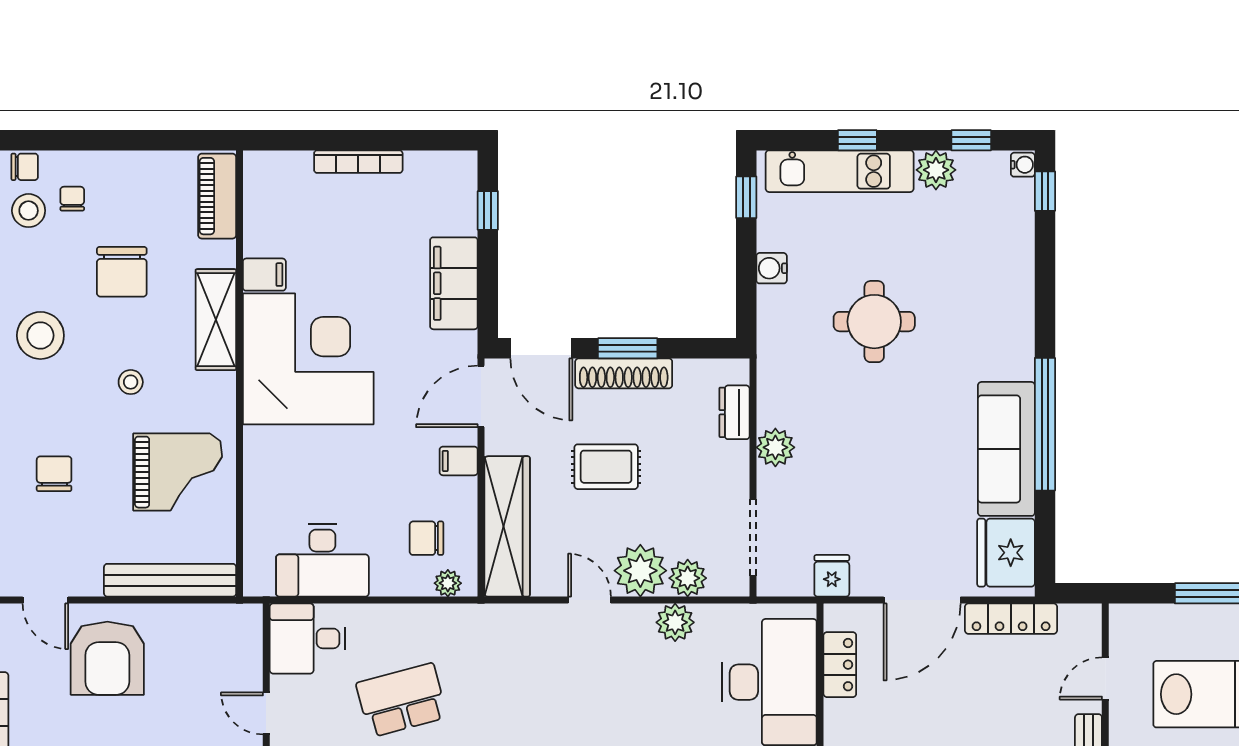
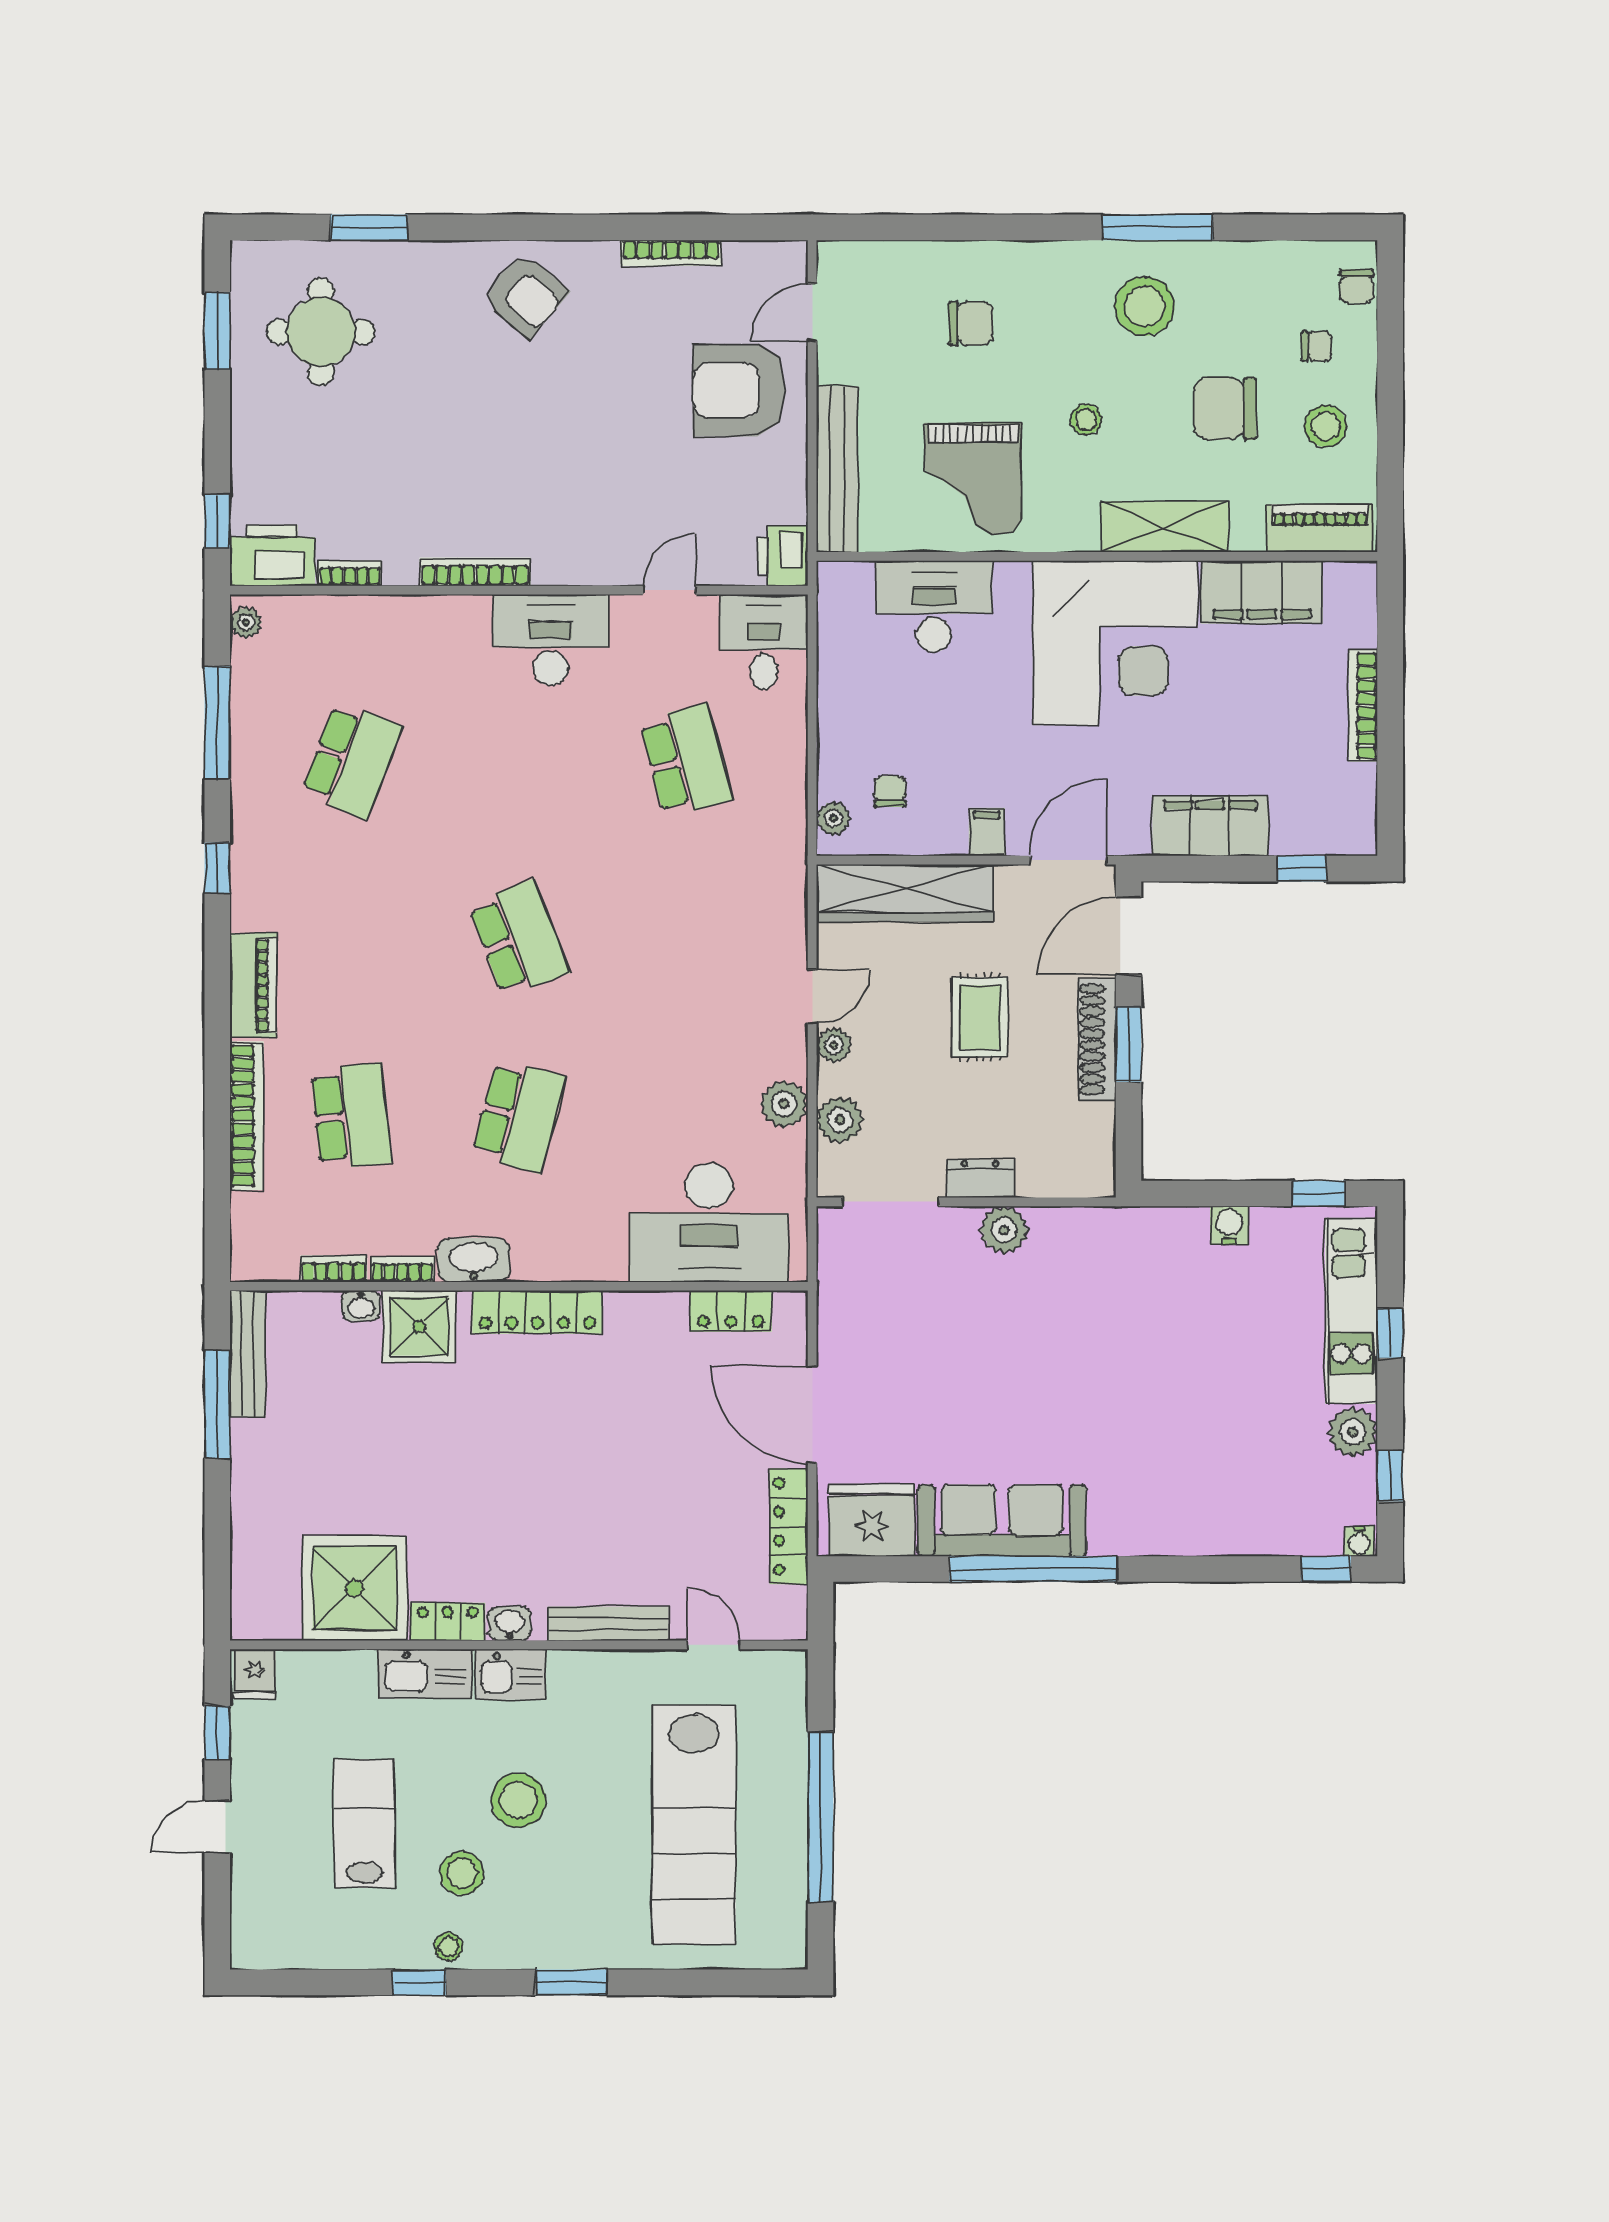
stool: (29, 211) -> (1326, 426), moved
filing cabinet: (264, 275) -> (1262, 592), width x3.00, depth x1.17
round table: (874, 322) -> (1162, 1354), removed
door: (481, 396) -> (1068, 860), hinge flipped
dresser: (734, 412) -> (980, 1179), moved
chair: (426, 538) -> (890, 791), width x0.73, depth x0.73
desk: (322, 560) -> (934, 606), moved, turned 90
plant: (640, 571) -> (834, 1045), width x0.53, depth x0.53
fridge: (832, 576) -> (843, 1301), removed
printer: (239, 623) -> (783, 556), added

